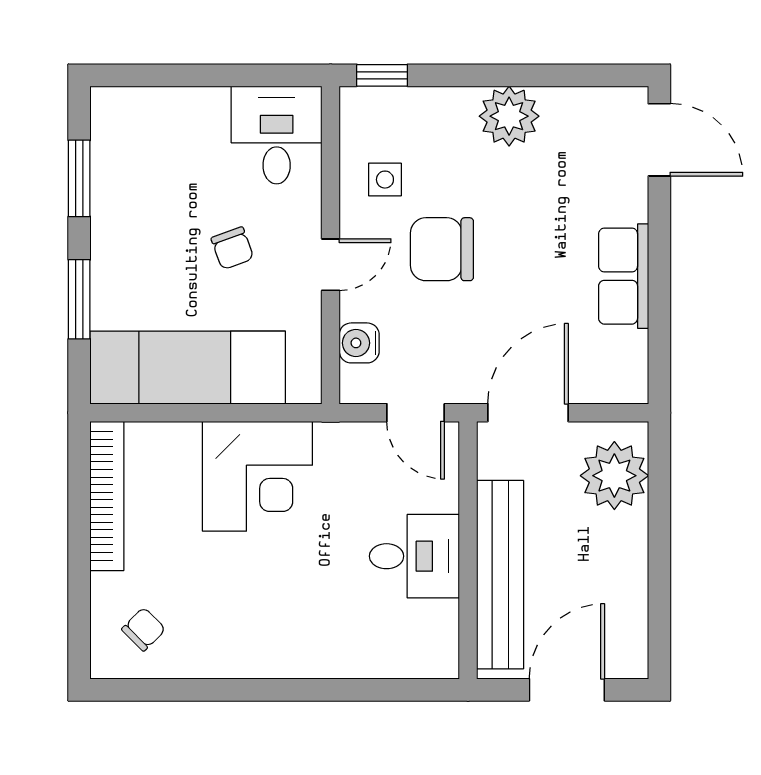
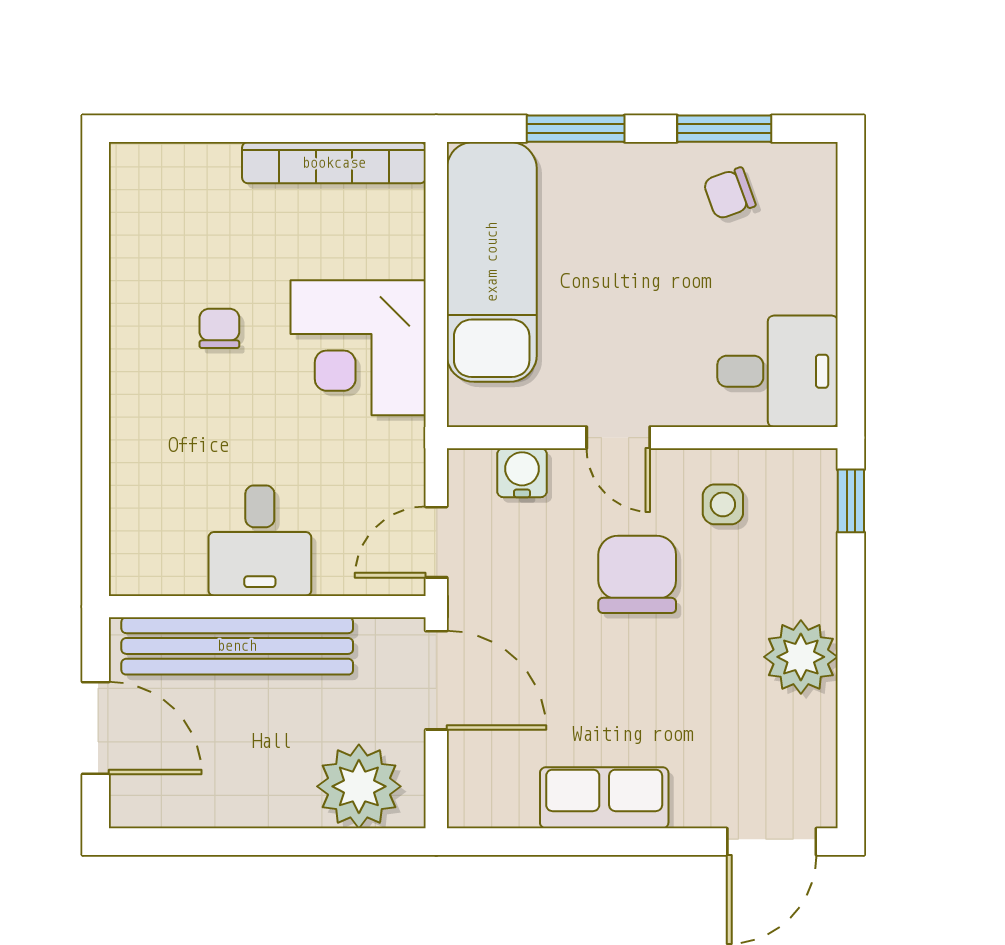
chair: (232, 248) -> (729, 193), moved
chair: (144, 629) -> (219, 328), moved, turned -135

